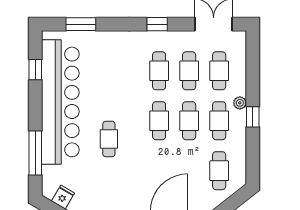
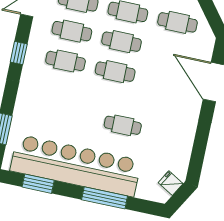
window: (35, 70) -> (38, 184), width x1.50
window: (35, 153) -> (105, 198), moved

